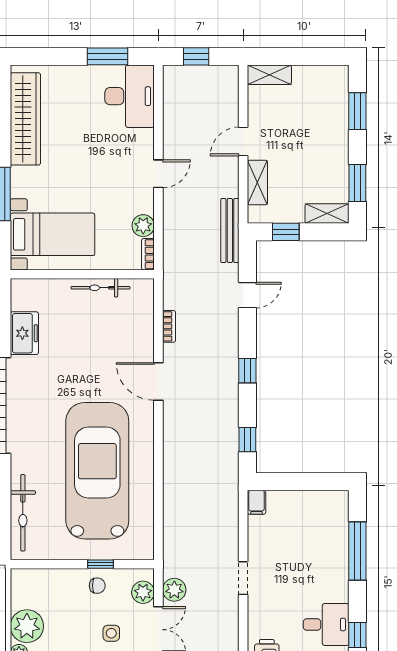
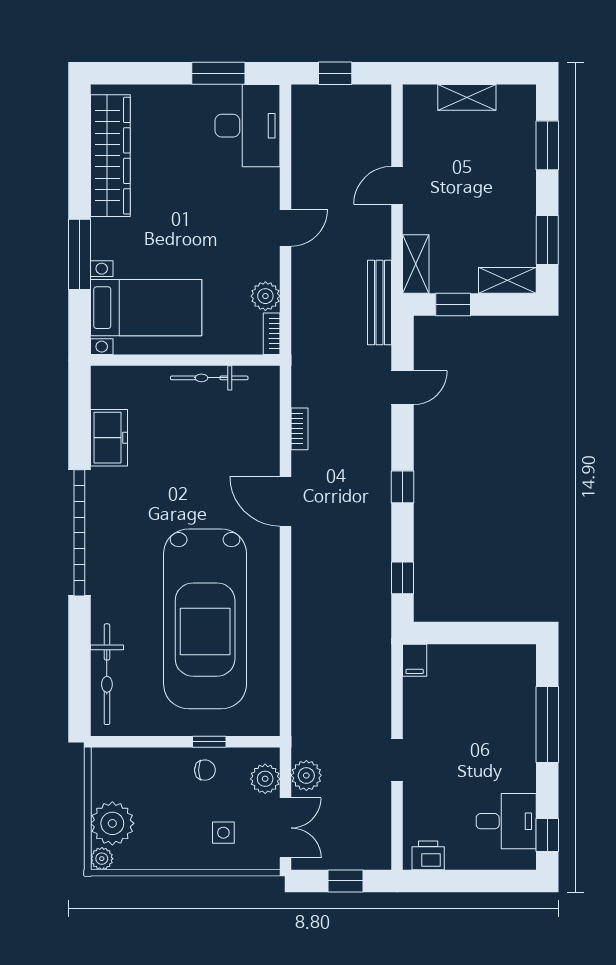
shelving: (269, 75) -> (467, 97), moved
shelving: (257, 183) -> (416, 264), moved
car: (97, 471) -> (205, 619), turned 180

